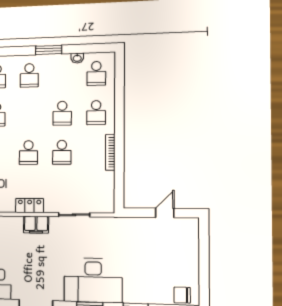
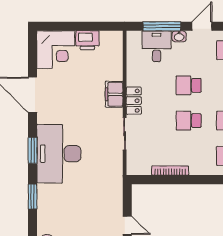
bookcase: (110, 152) -> (170, 171), moved
locker: (30, 206) -> (134, 101), moved

